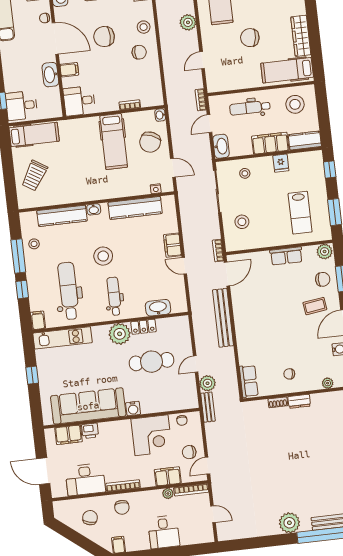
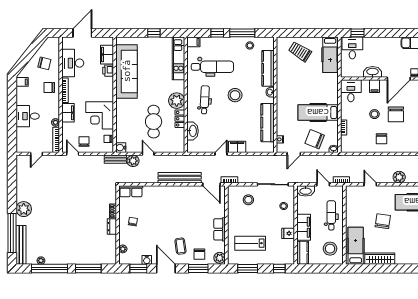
stool: (144, 27) -> (374, 114), moved
chair: (104, 37) -> (396, 114), turned 180
dental chair: (114, 296) -> (205, 100), turned -87
water cooler: (133, 409) -> (121, 148), moved
filing cabinet: (168, 476) -> (68, 113), moved

